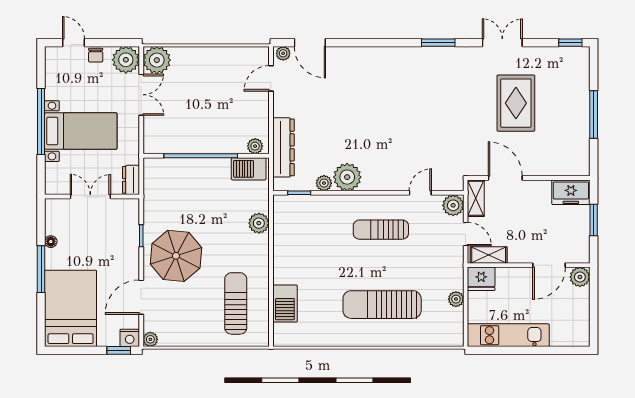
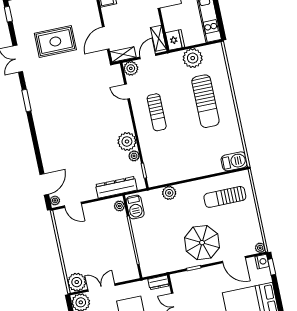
plant: (456, 299) -> (193, 58), width x1.88, depth x1.88
barbecue: (285, 303) -> (234, 161), moved

